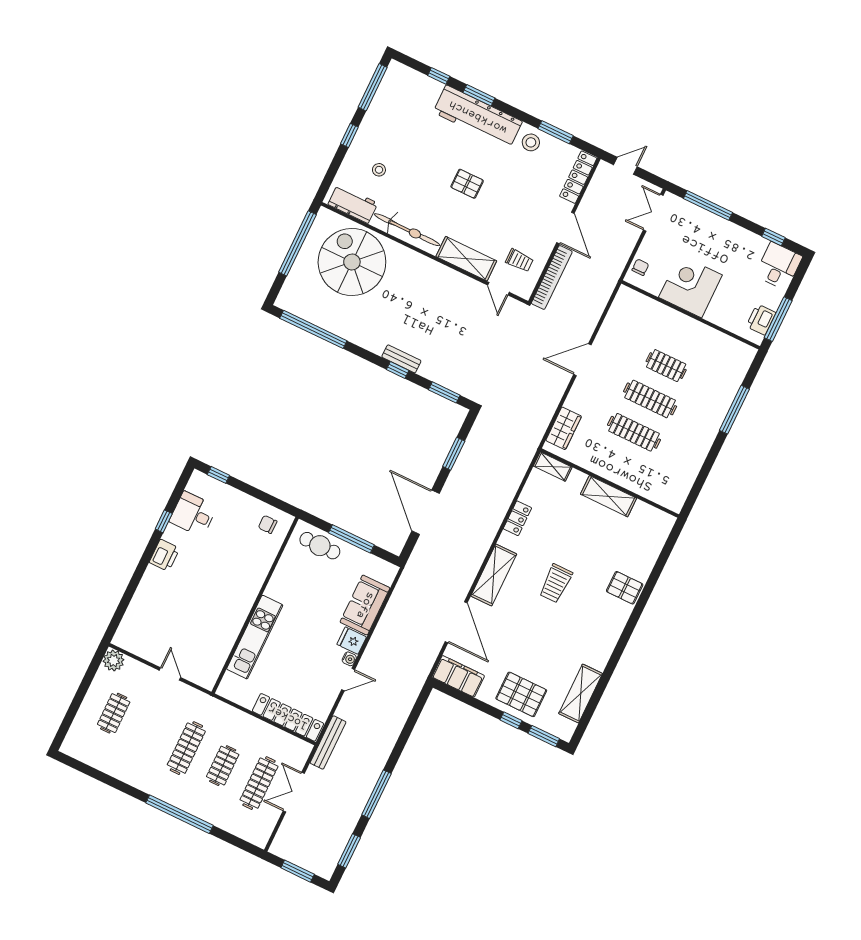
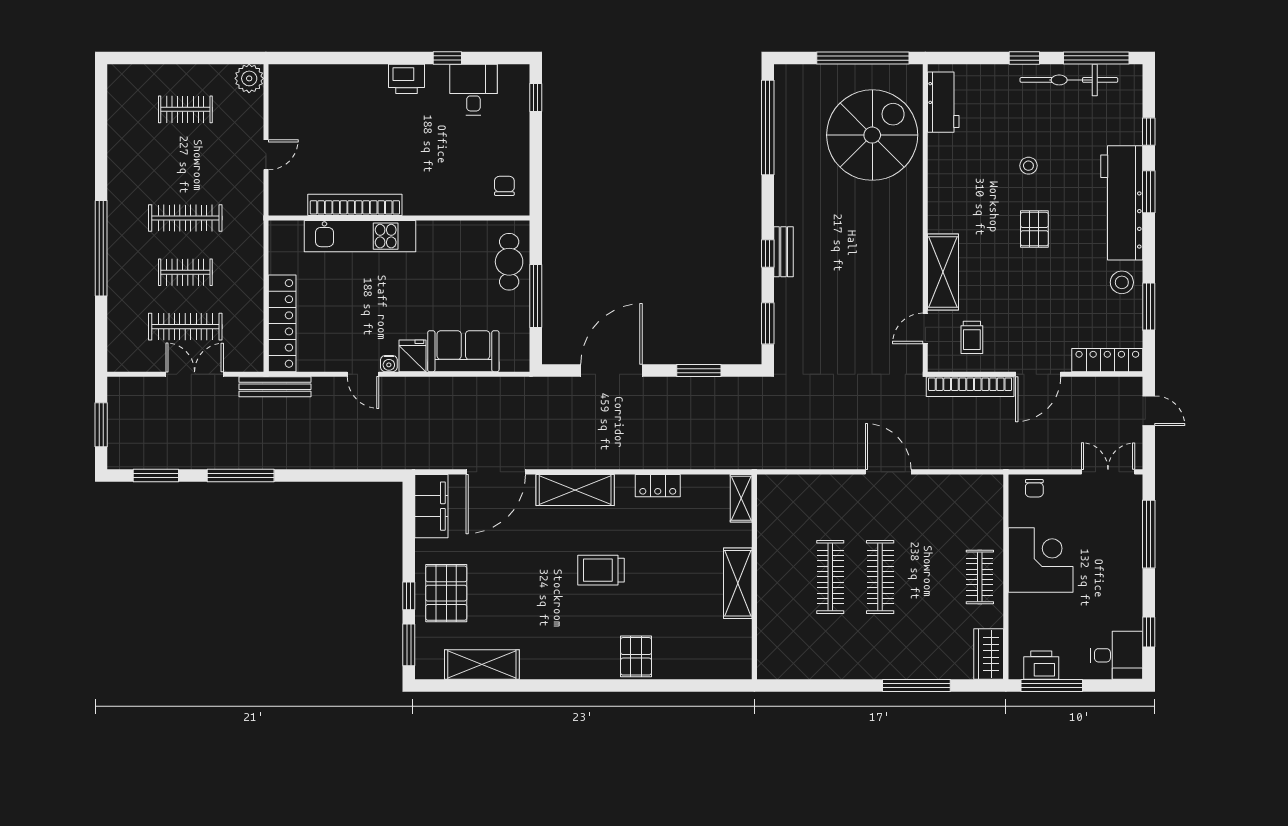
stool: (379, 170) -> (1028, 166), moved
bicycle: (407, 230) -> (1069, 80), moved, turned 90
chair: (640, 267) -> (1034, 488), turned 90
clothes rail: (666, 366) -> (980, 577), moved
wardrobe: (564, 428) -> (989, 654), moved, turned 90
bookcase: (232, 630) -> (355, 205), added

